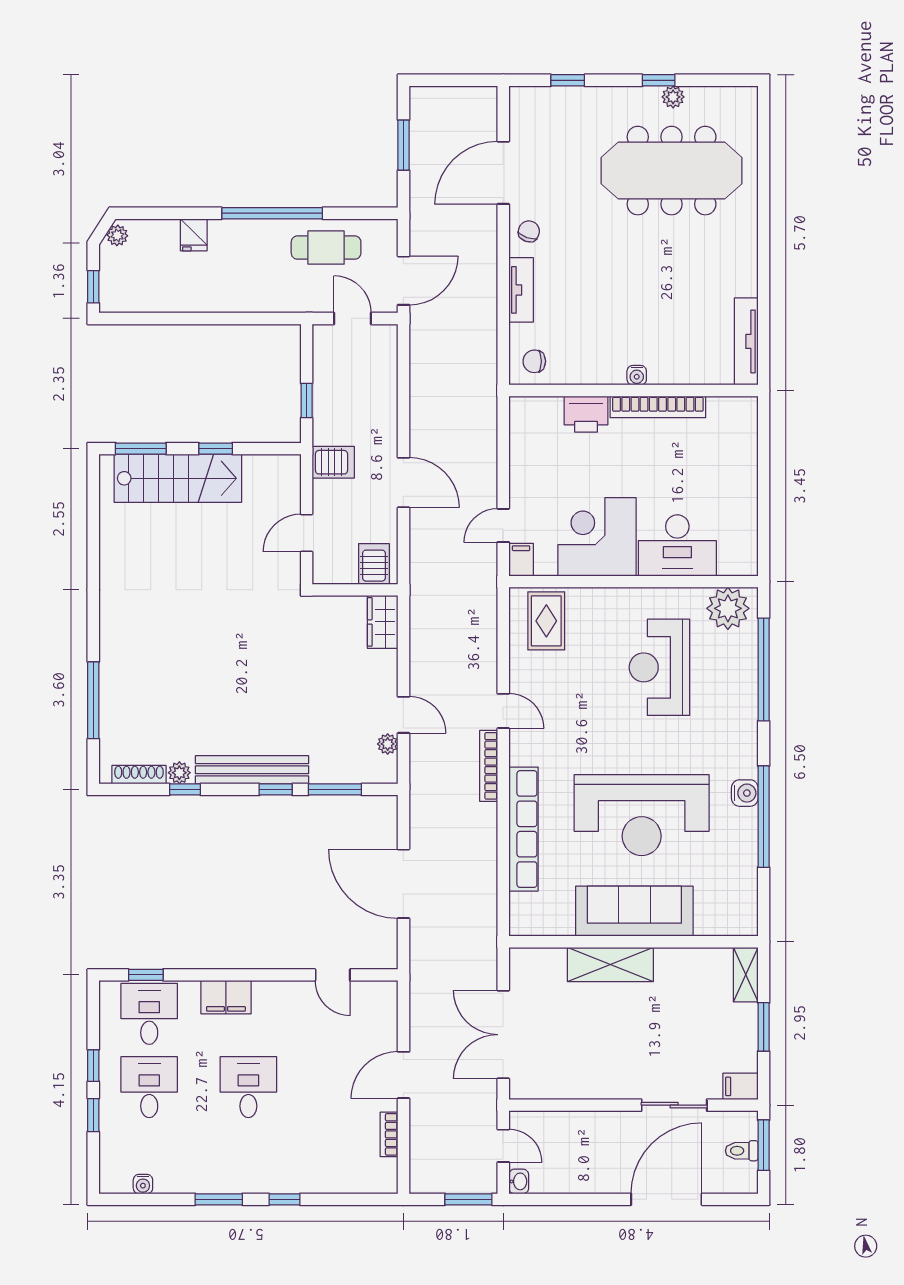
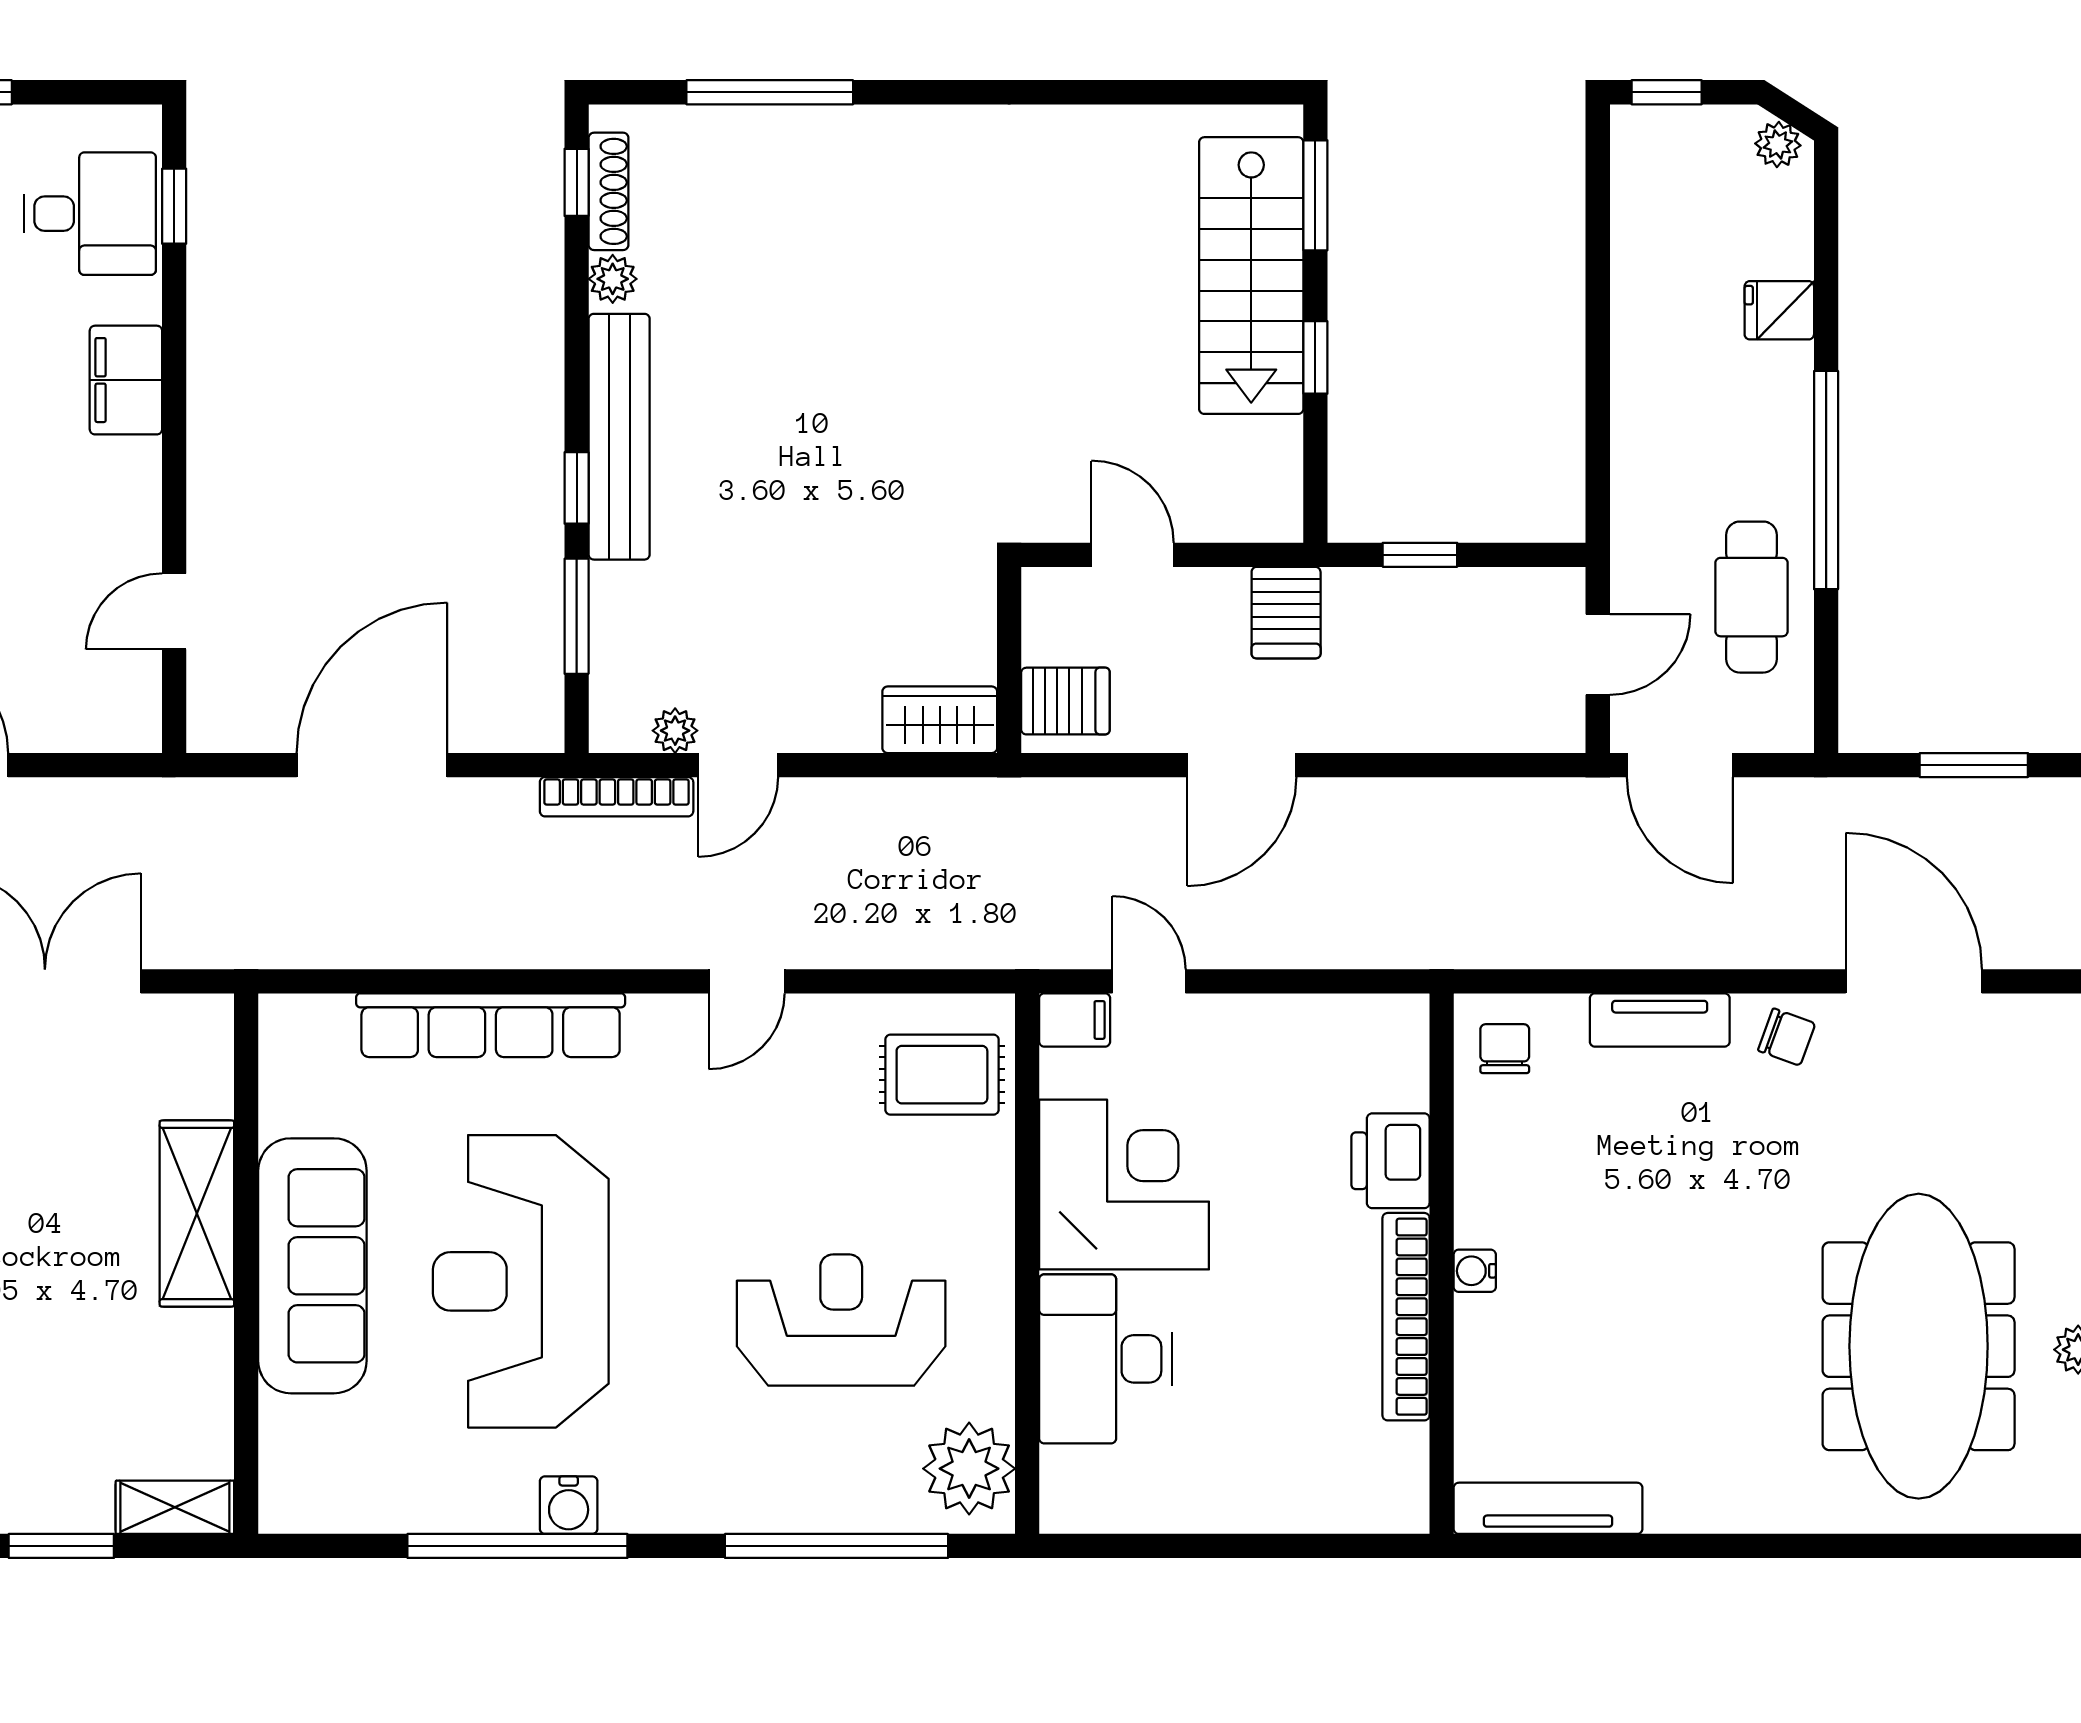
bookcase: (489, 766) -> (617, 797), moved, turned 180
window: (185, 789) -> (577, 182), moved

